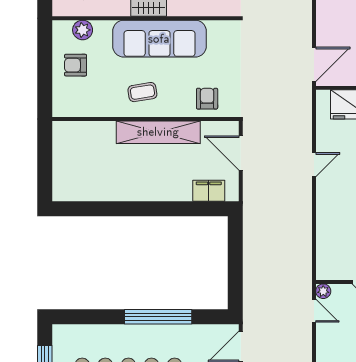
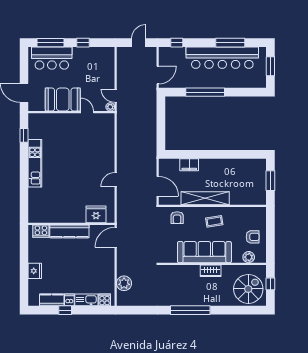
window: (45, 163) -> (270, 181), added
filing cabinet: (209, 191) -> (189, 165), moved

